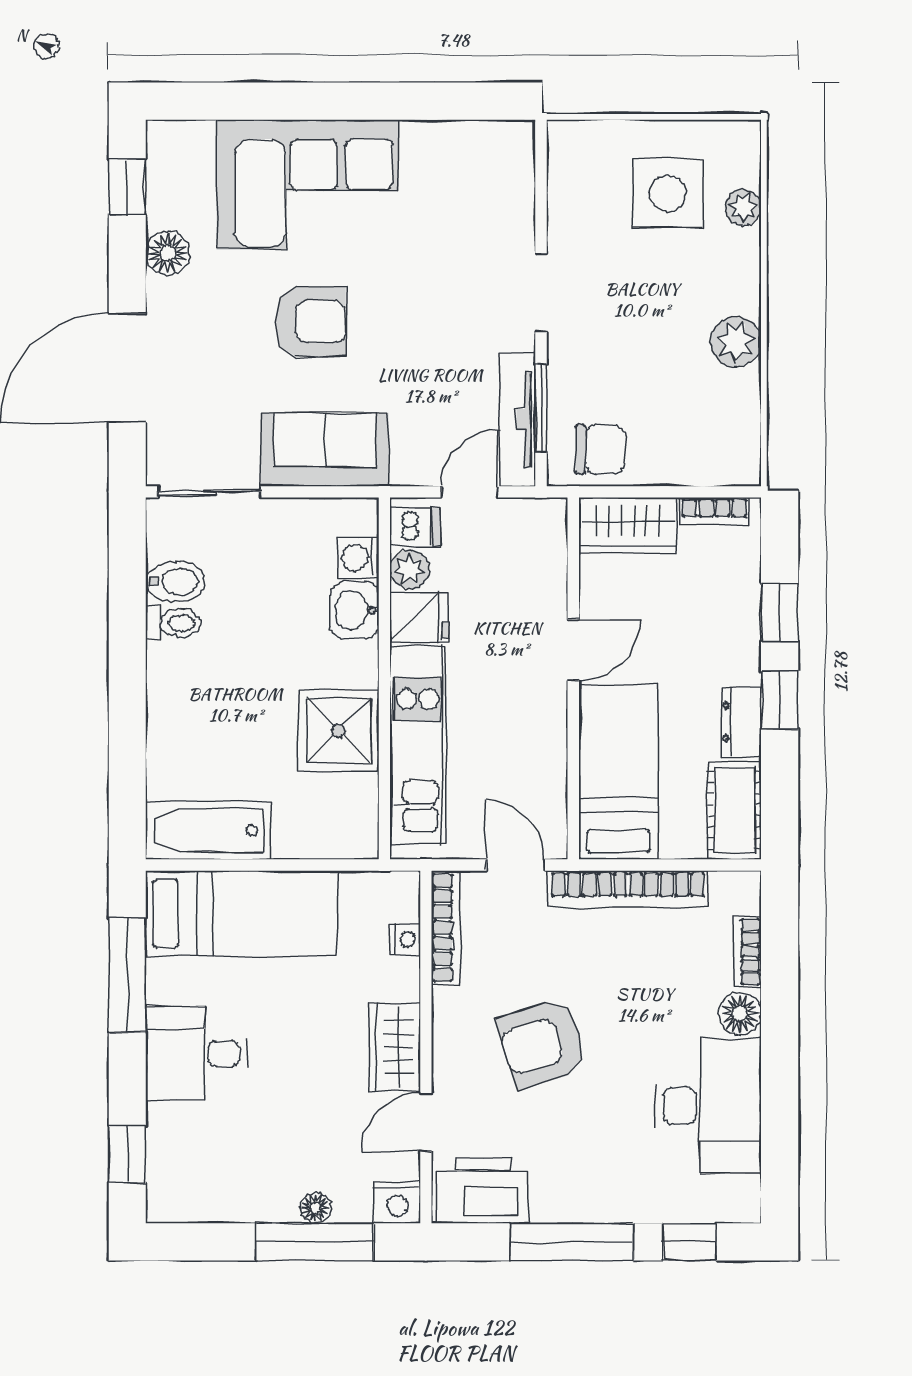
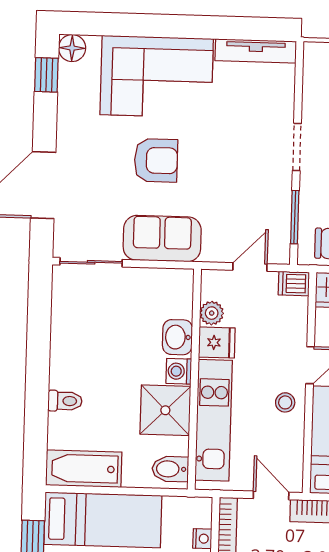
floor lamp: (168, 253) -> (72, 48), moved
tv unit: (517, 420) -> (256, 51), moved, turned -90
dishwasher: (415, 526) -> (294, 284), moved, turned 180
washing machine: (358, 558) -> (179, 371), moved
bidet: (175, 582) -> (170, 469), moved, turned 180
toilet: (173, 623) -> (65, 401), moved
stool: (534, 712) -> (285, 402), added

